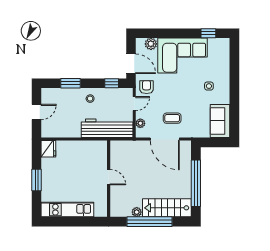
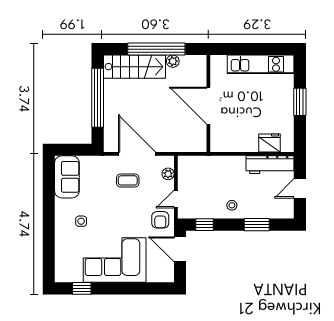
plant: (151, 44) -> (155, 275), removed
workbench: (107, 128) -> (270, 165), moved, width x0.73, depth x0.76
fridge: (48, 149) -> (270, 143), moved, turned 90
door: (109, 177) -> (208, 106), width x1.87

